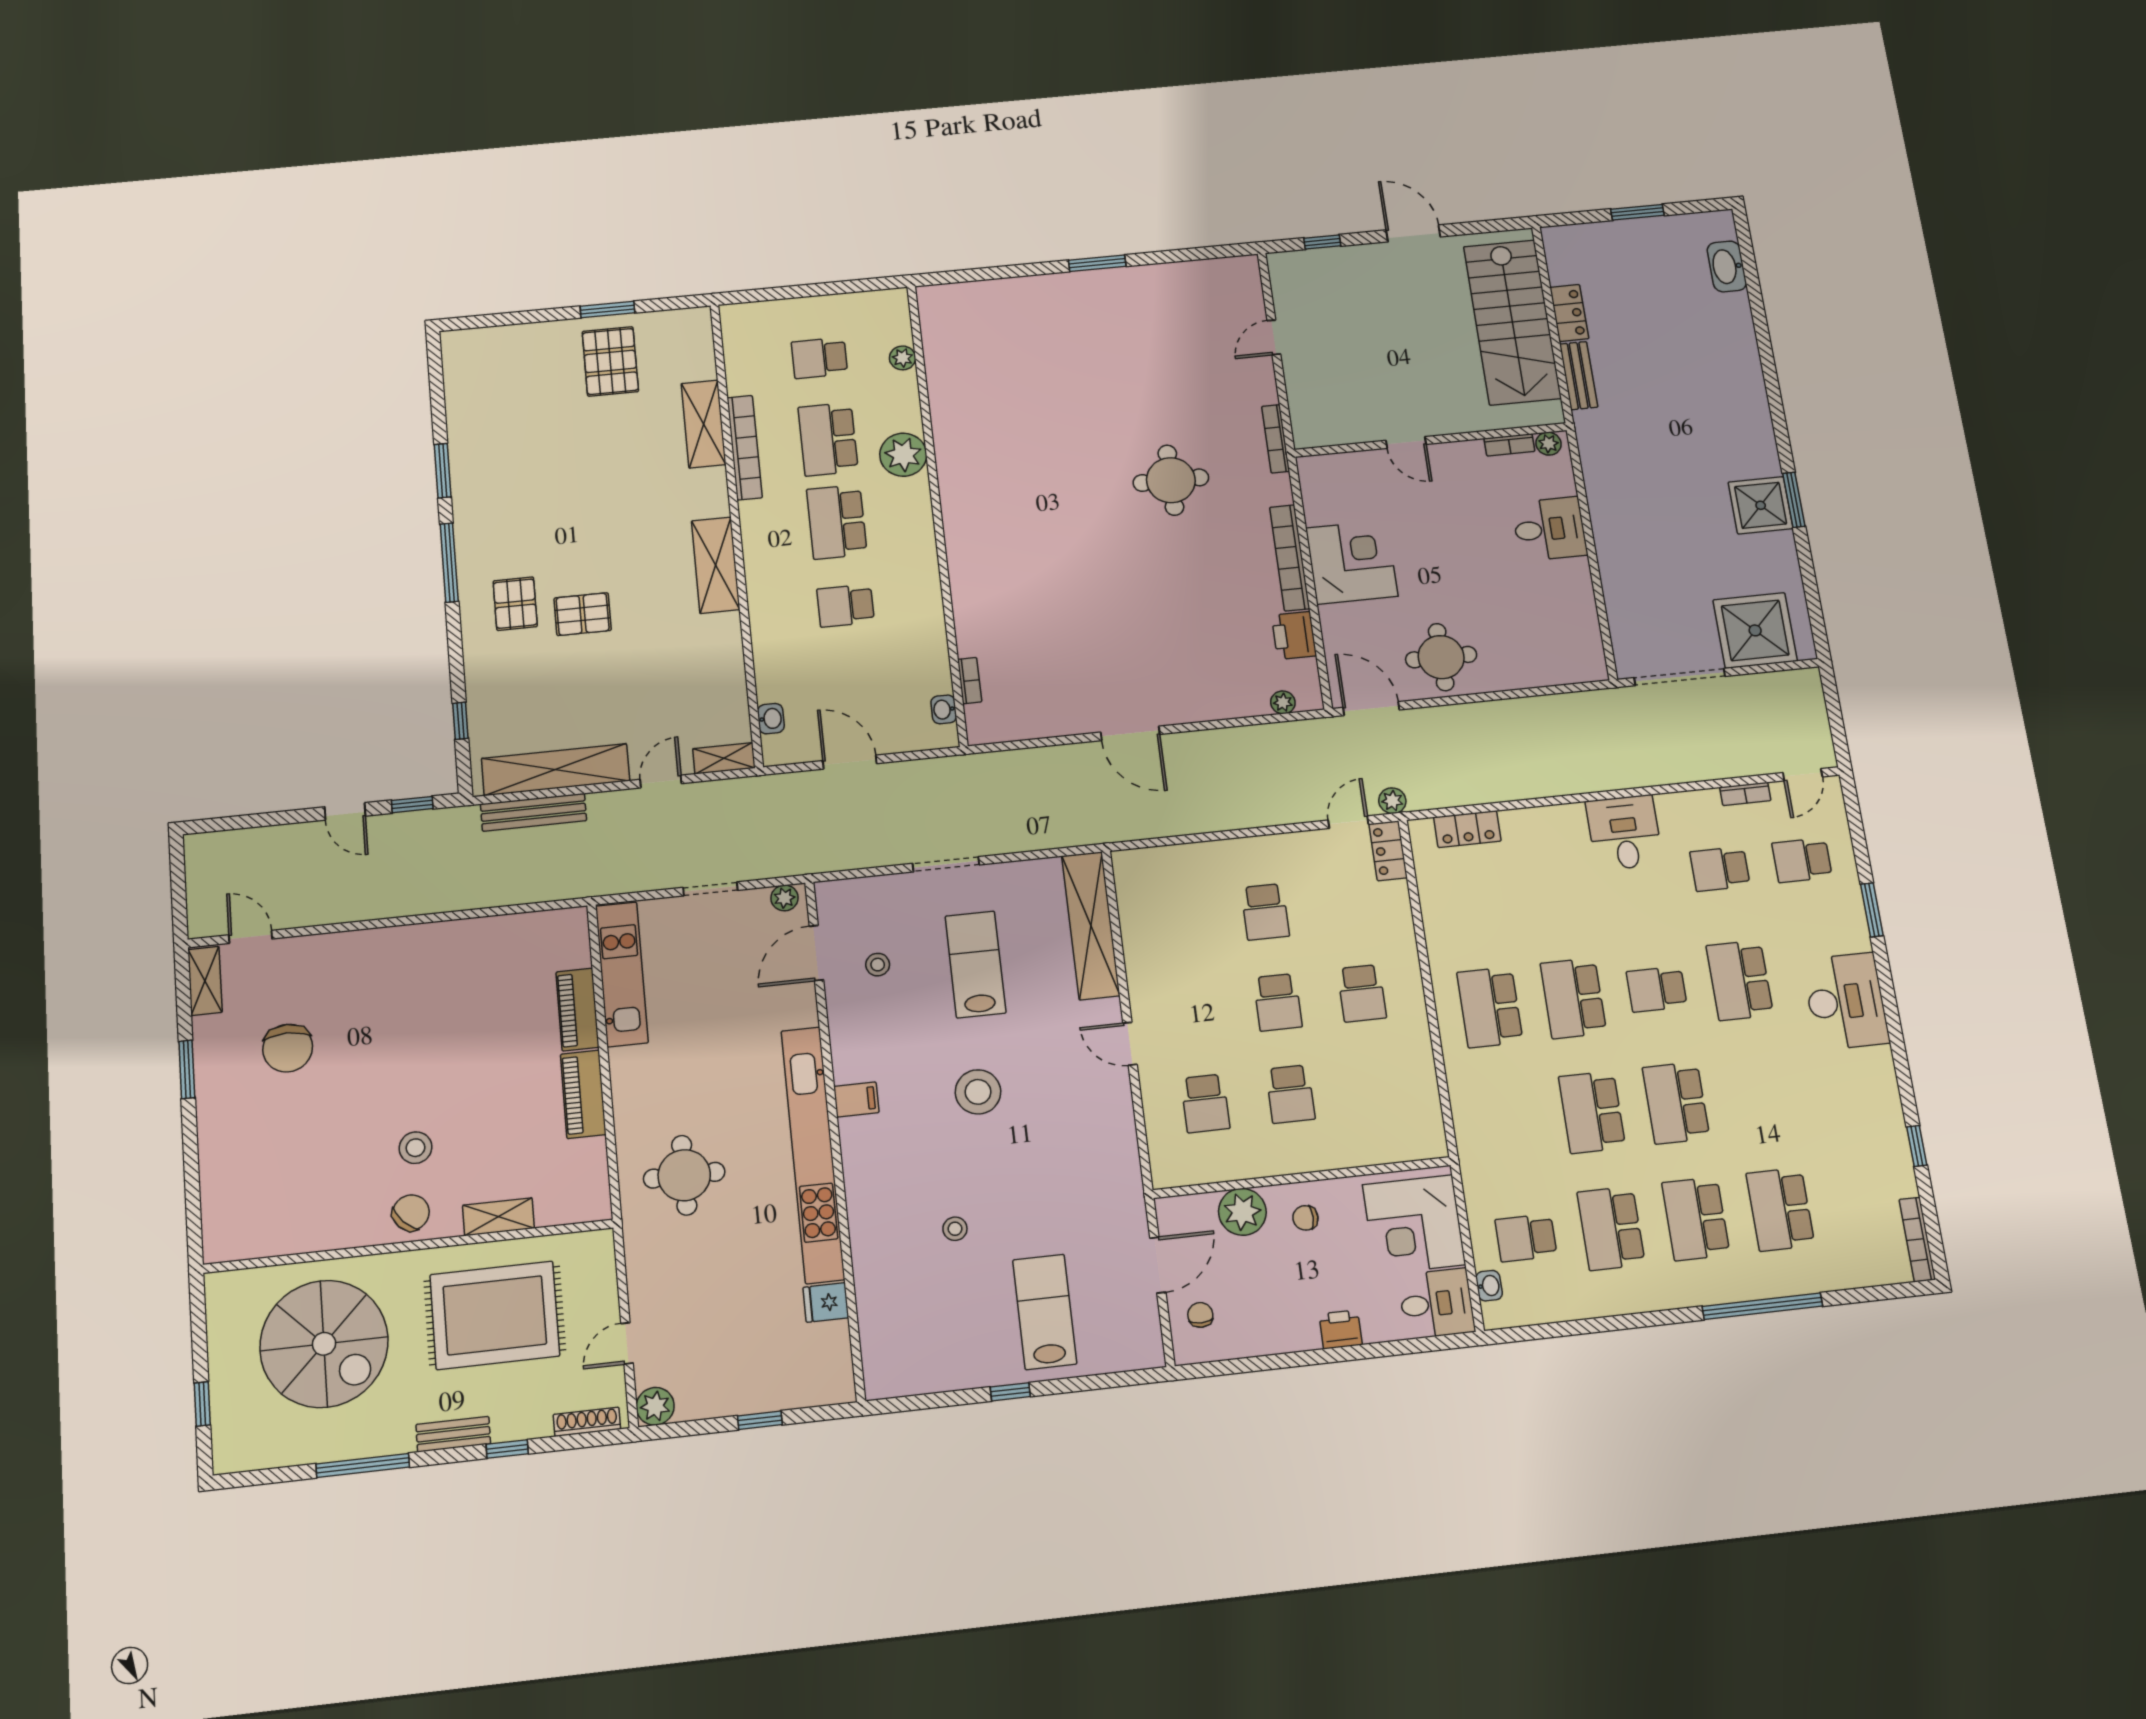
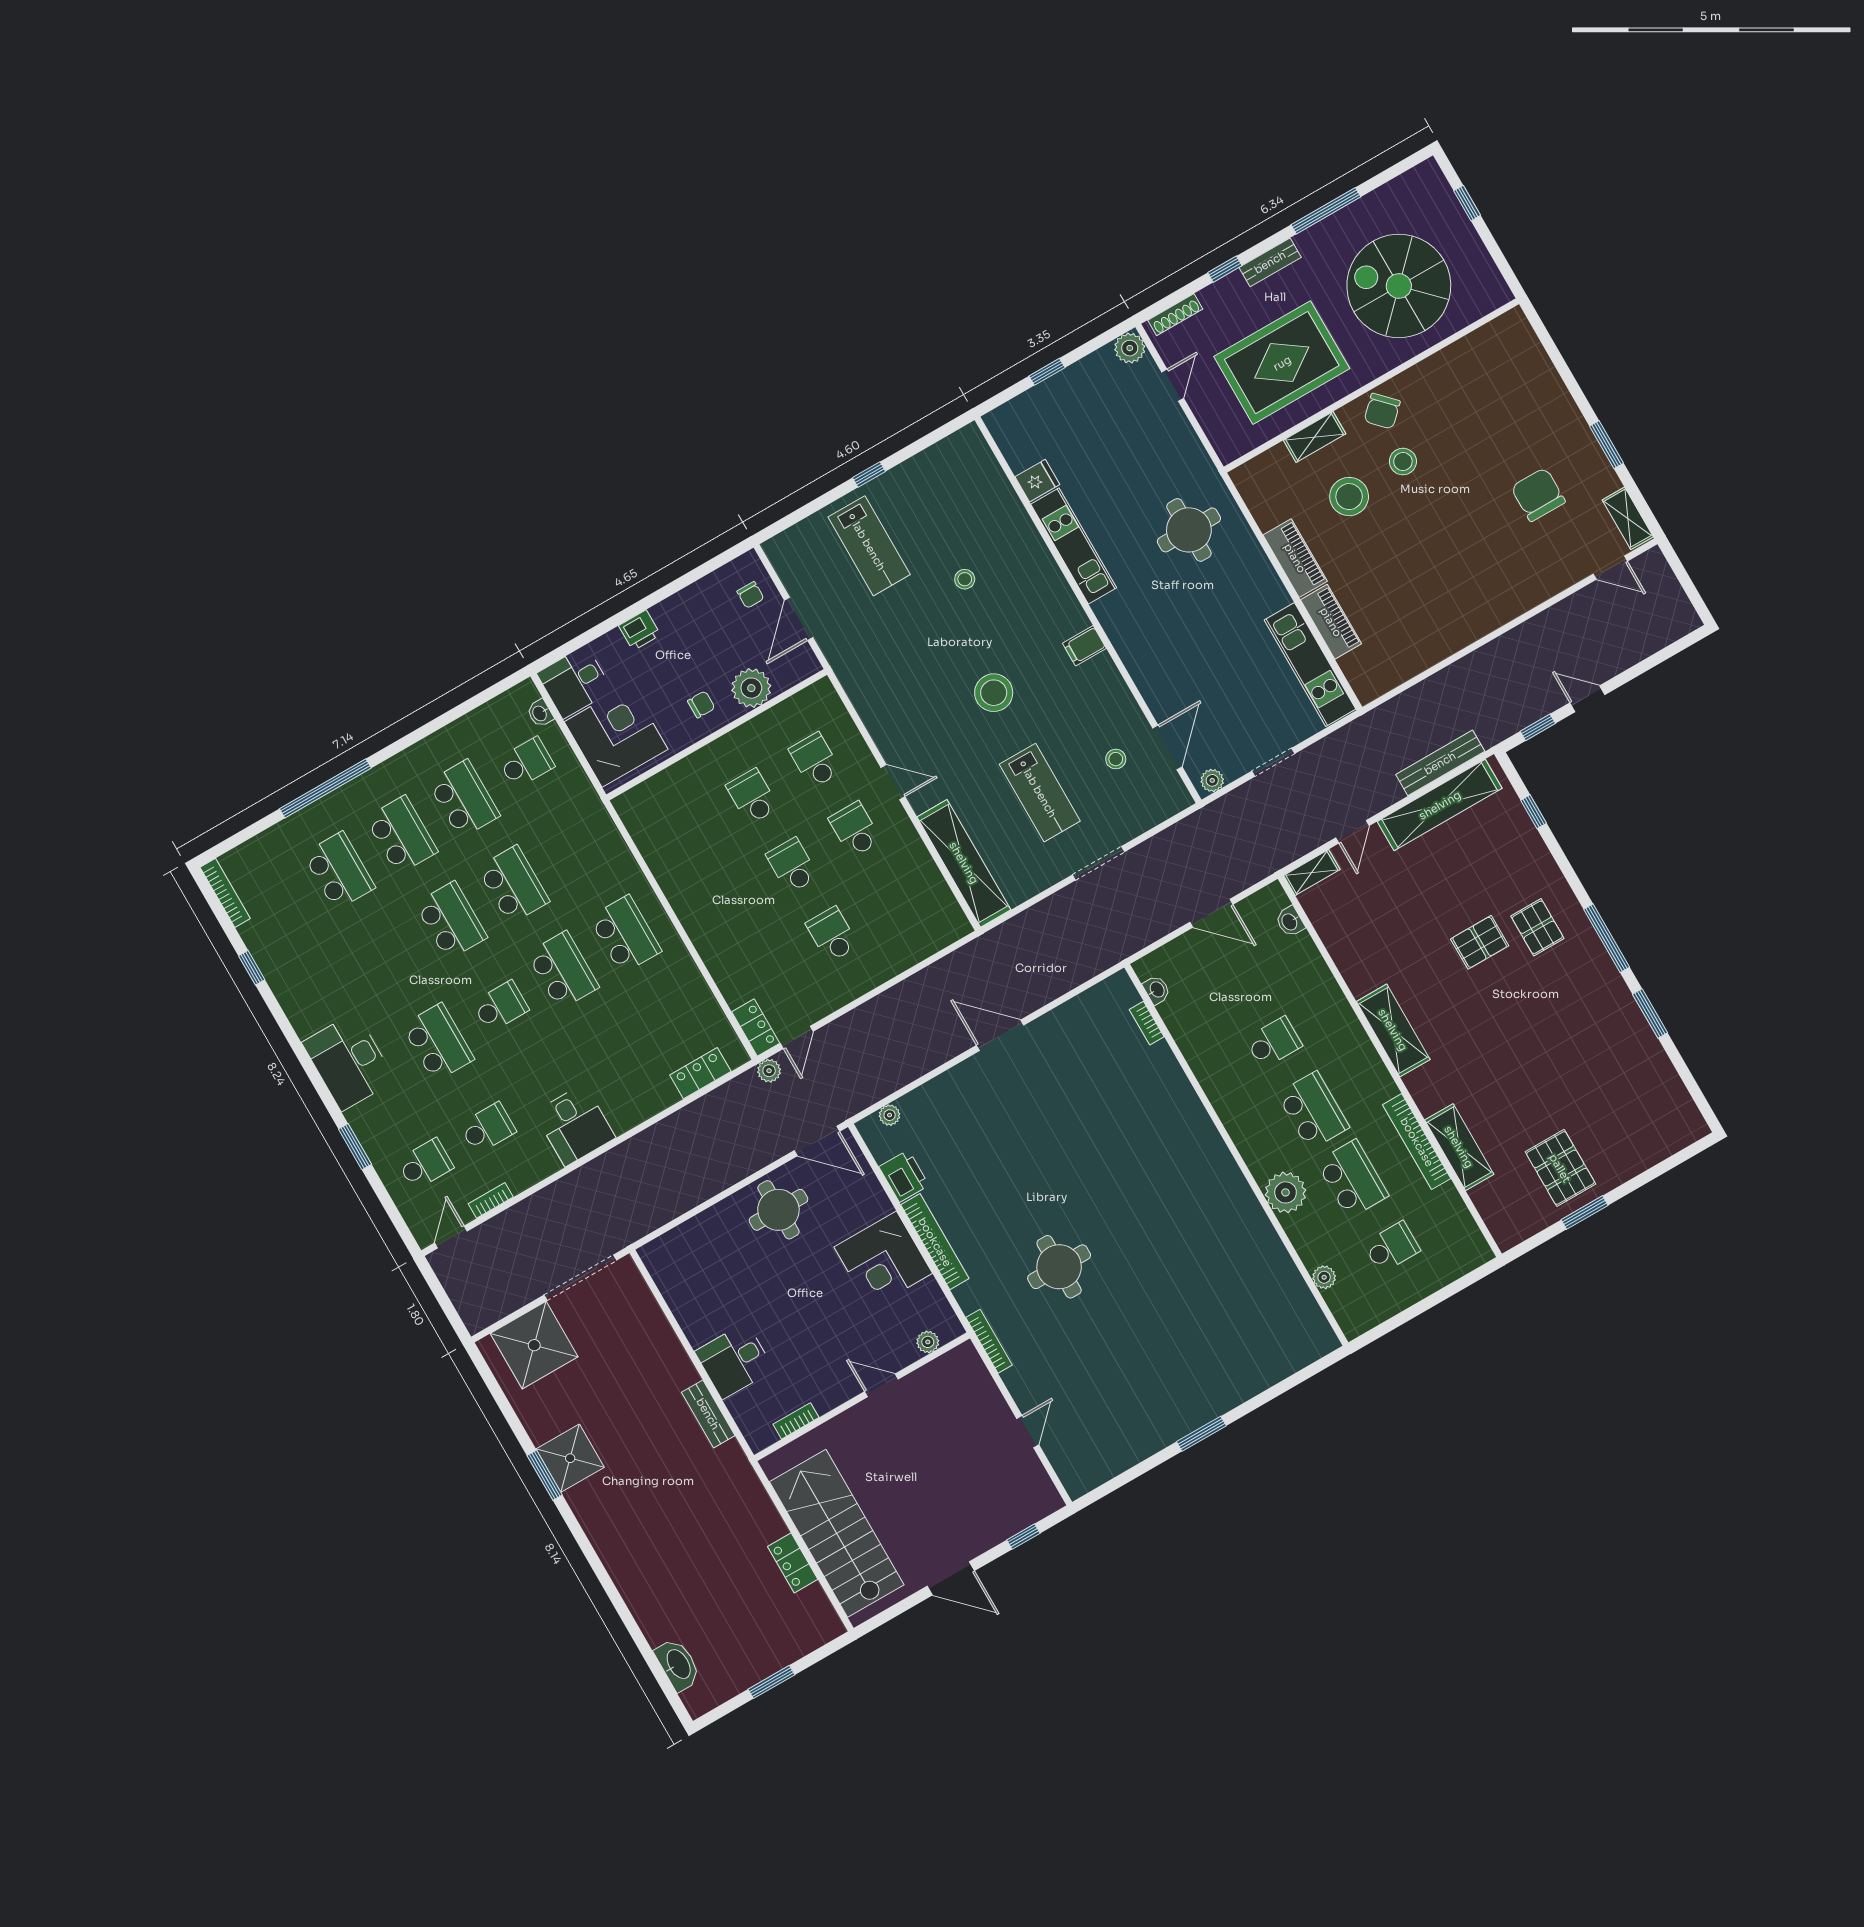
bench: (1579, 376) -> (708, 1414), moved
plant: (1549, 444) -> (928, 1342), moved
school desk: (1362, 993) -> (855, 829), moved
stool: (493, 1135) -> (1349, 497), added
kitchen unit: (813, 1154) -> (1074, 546), width x0.54

